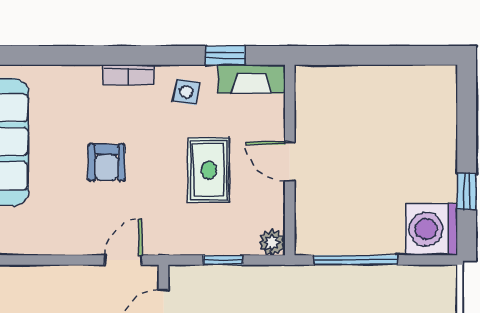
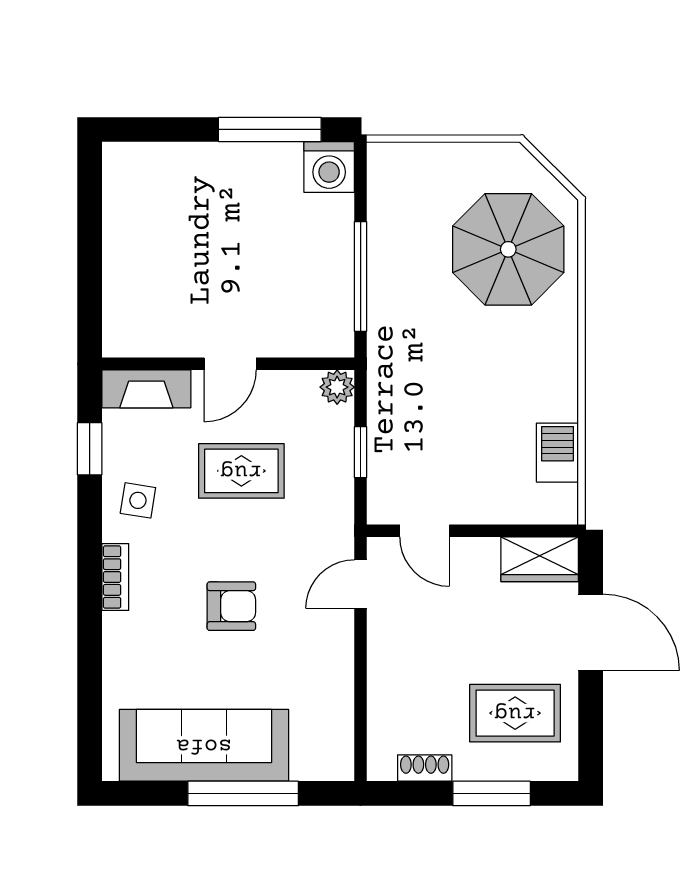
fireplace: (251, 79) -> (146, 389), moved, turned 90
window: (467, 192) -> (270, 129), width x2.17
washing machine: (431, 229) -> (329, 167), width x0.73, depth x0.73
door: (123, 260) -> (361, 584), hinge flipped

